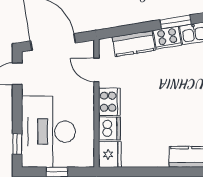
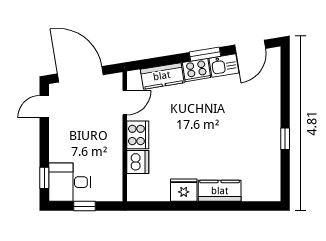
door: (97, 70) -> (125, 103), swing flipped
desk: (48, 132) -> (70, 182), width x0.53, depth x0.77
fridge: (110, 154) -> (184, 190), moved, turned -90

